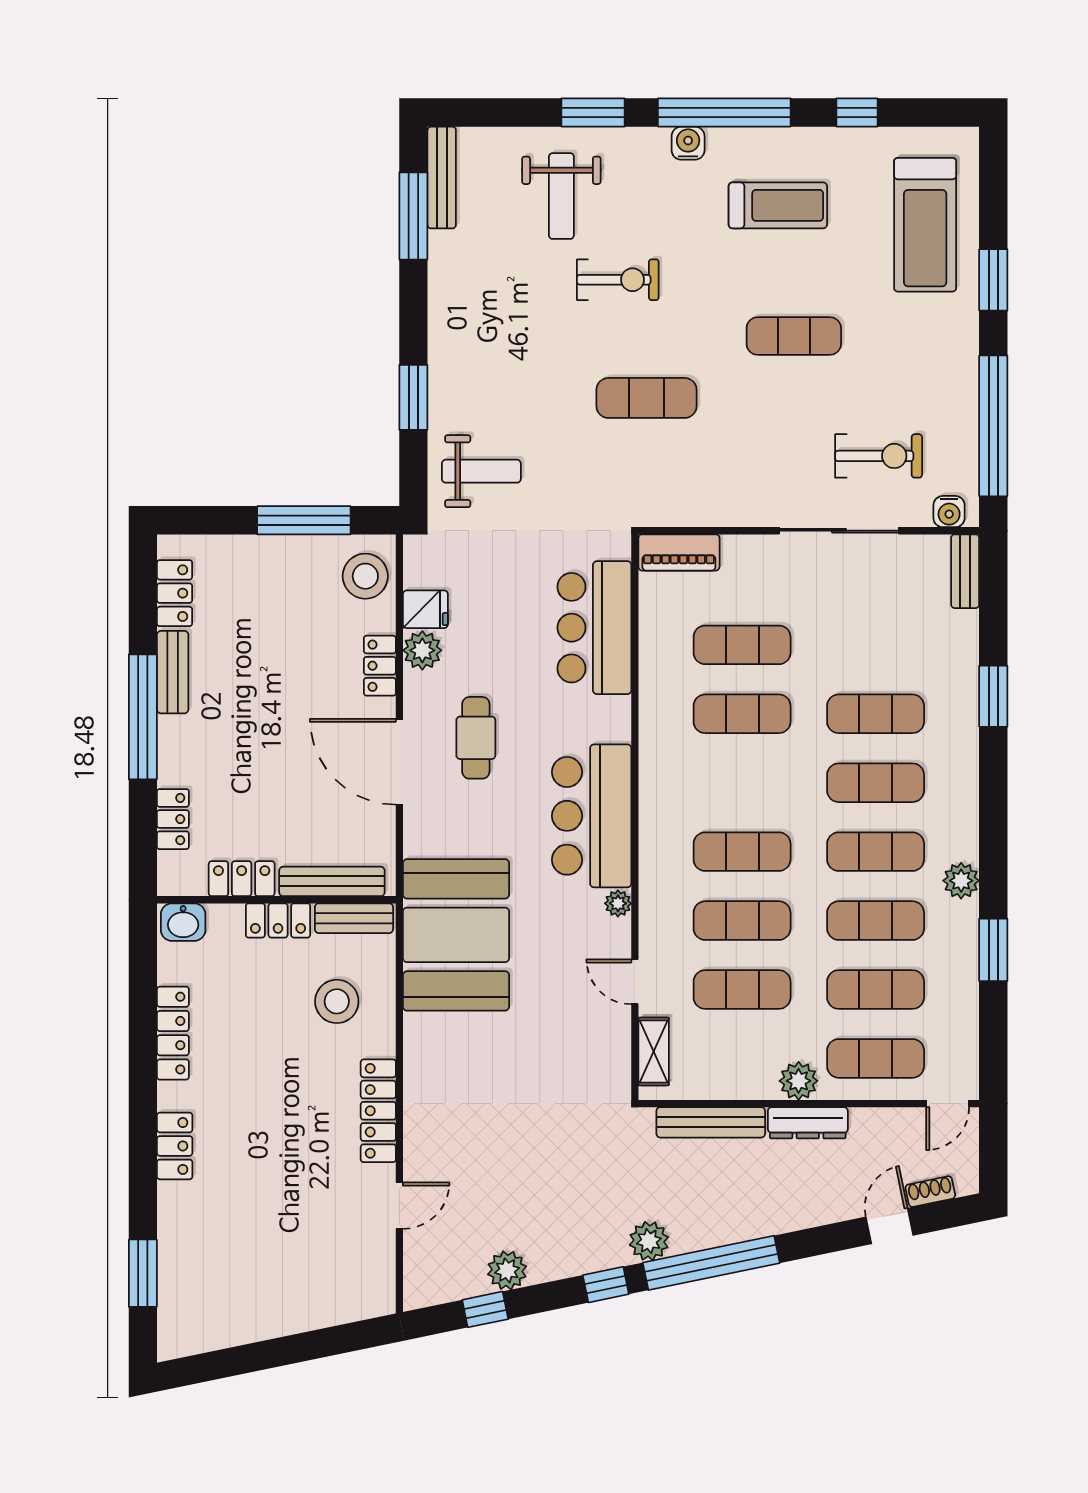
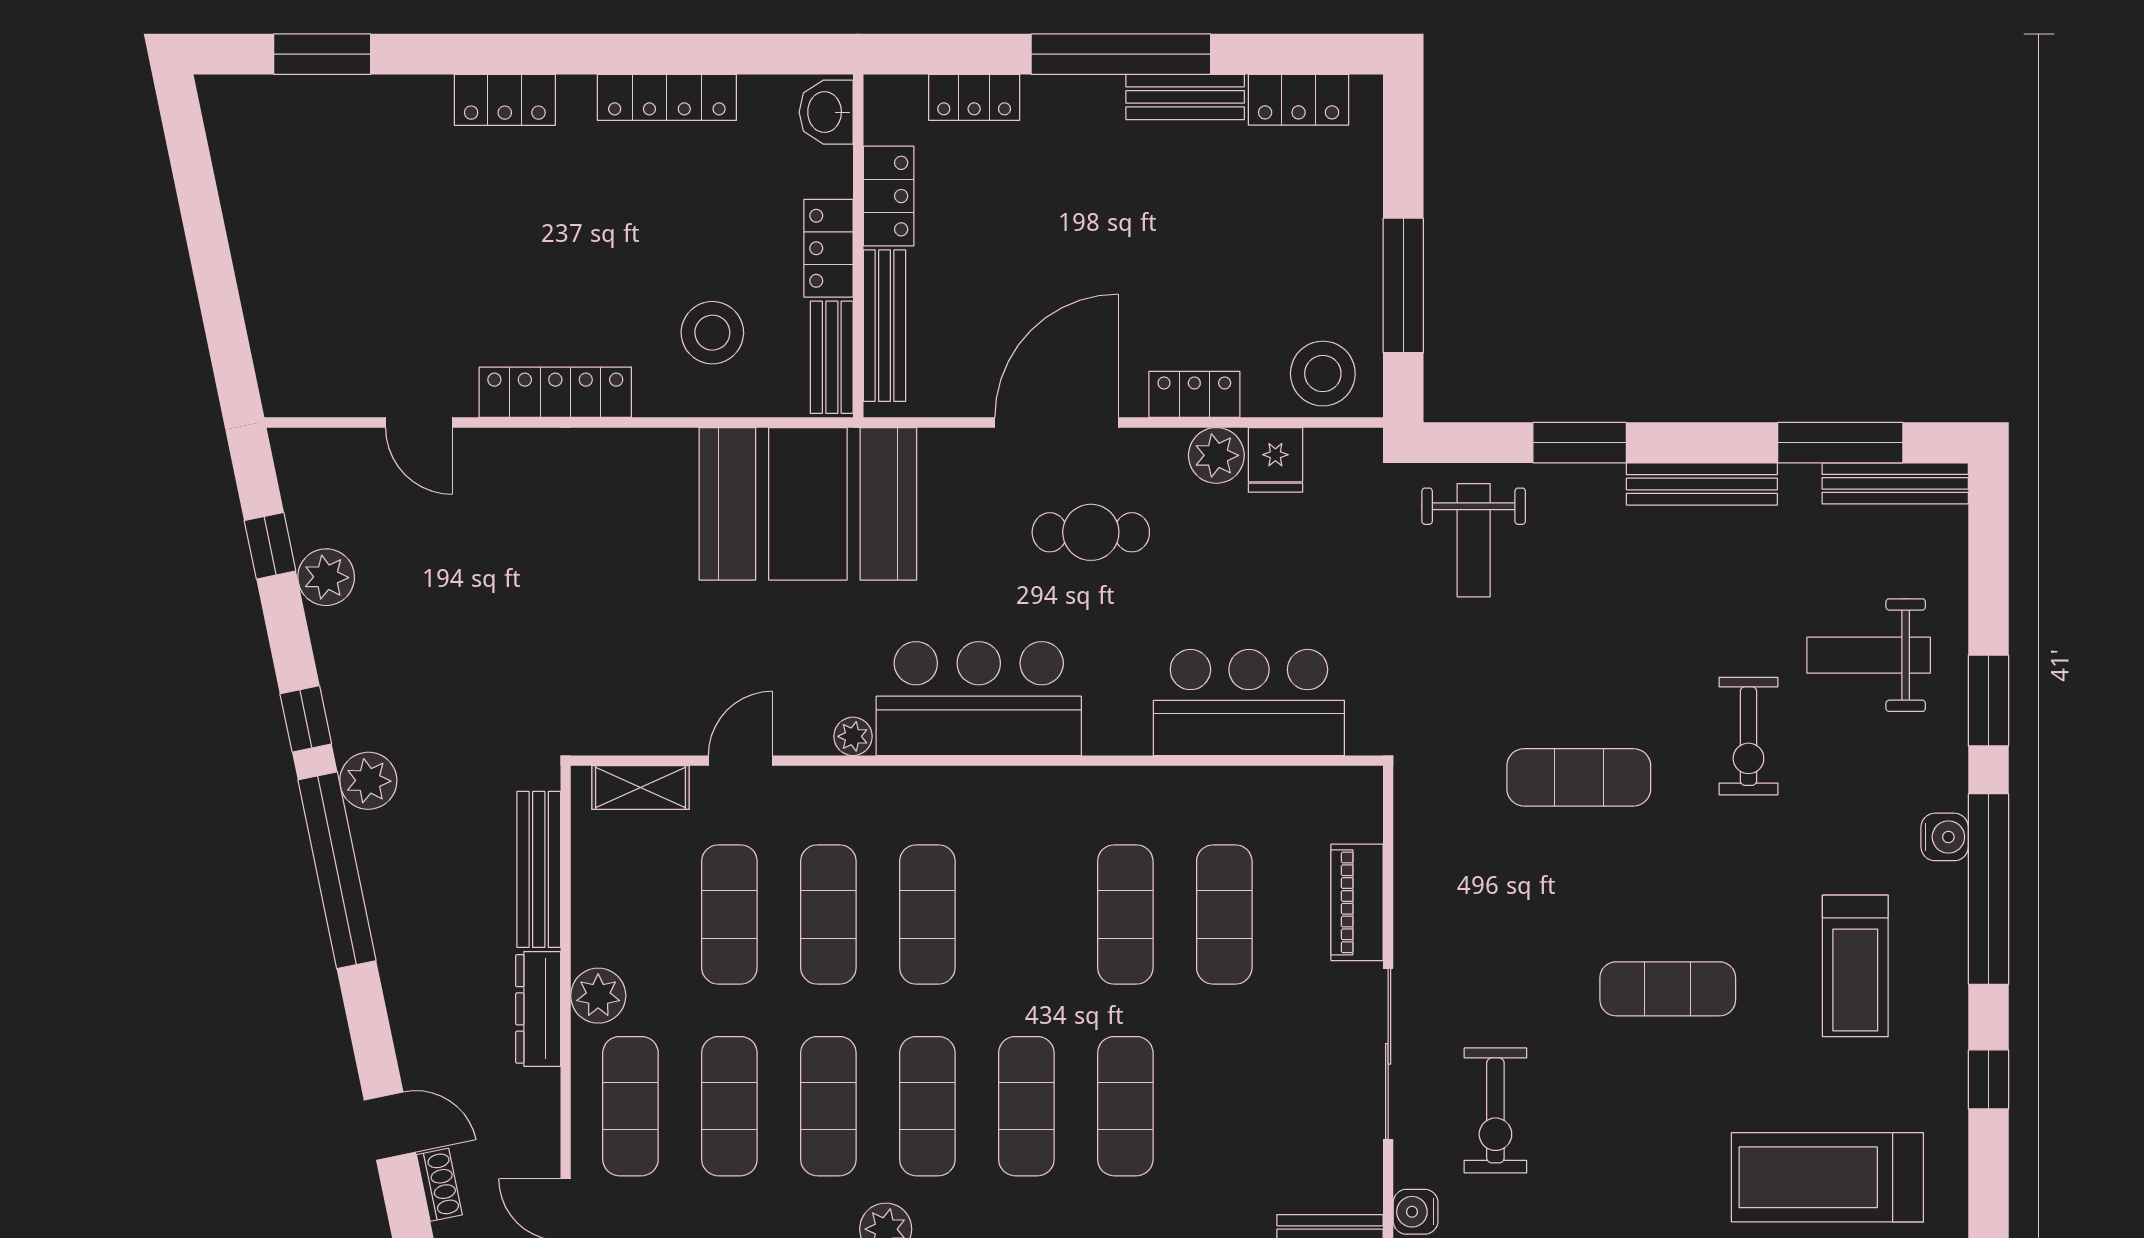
bench: (442, 312) -> (1702, 484), added
exercise mat: (794, 336) -> (1668, 989), turned 90
exercise mat: (647, 398) -> (1579, 777), turned 90
piano: (679, 552) -> (1357, 902), moved

